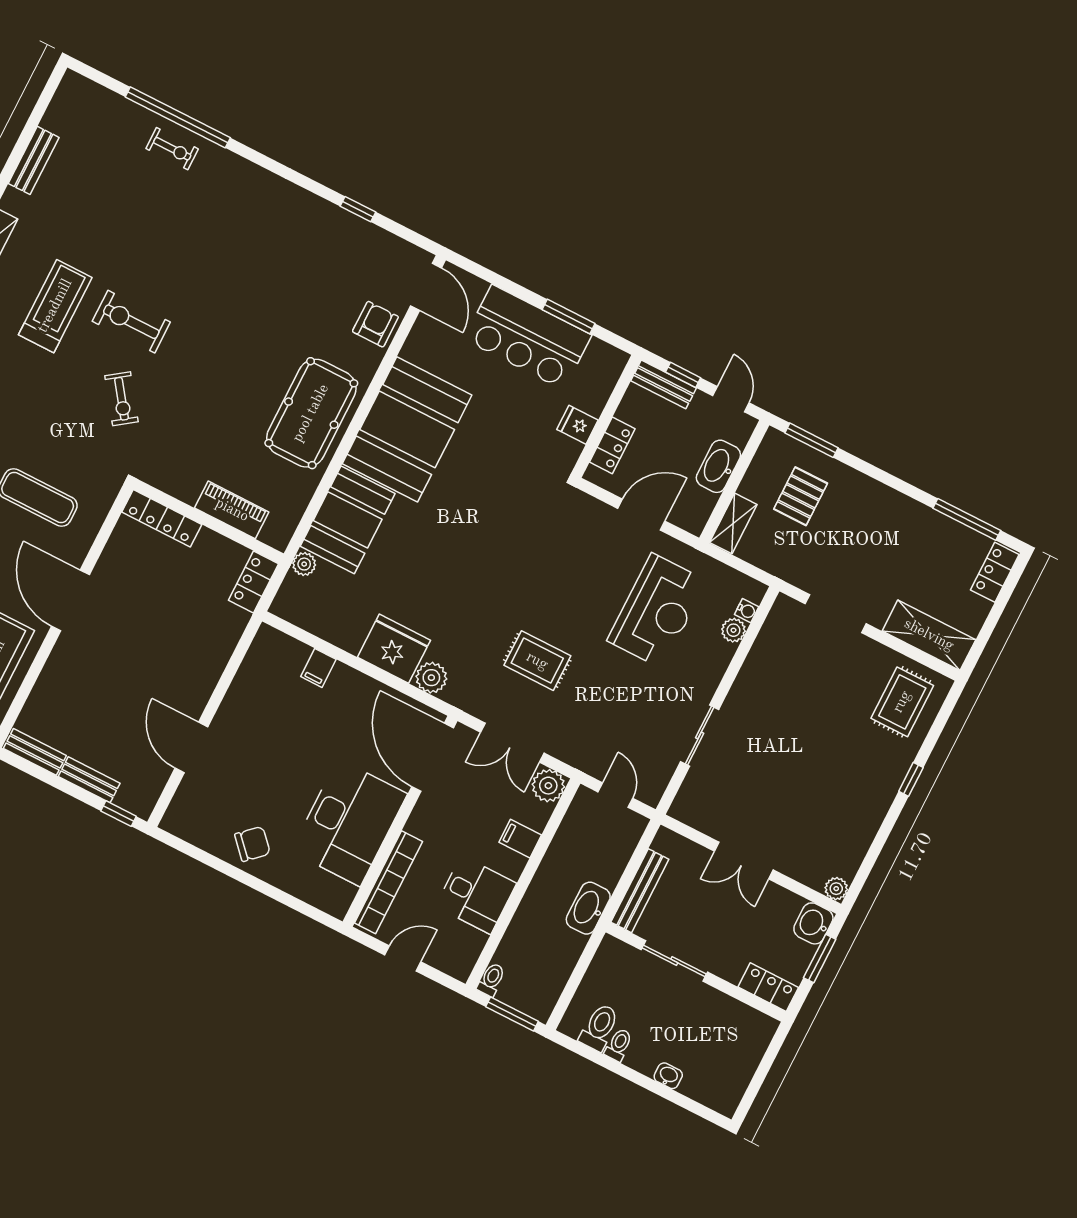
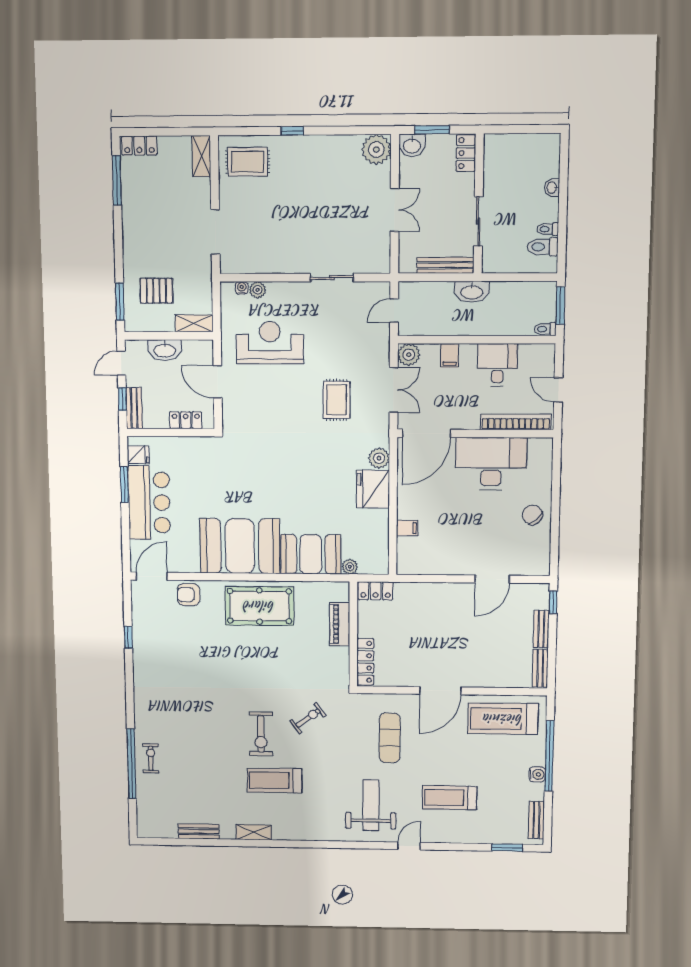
fridge: (577, 425) -> (138, 455), moved, turned -90
shelving: (929, 635) -> (201, 156), width x0.67, depth x0.75
plant: (836, 889) -> (376, 149), width x1.88, depth x1.88

